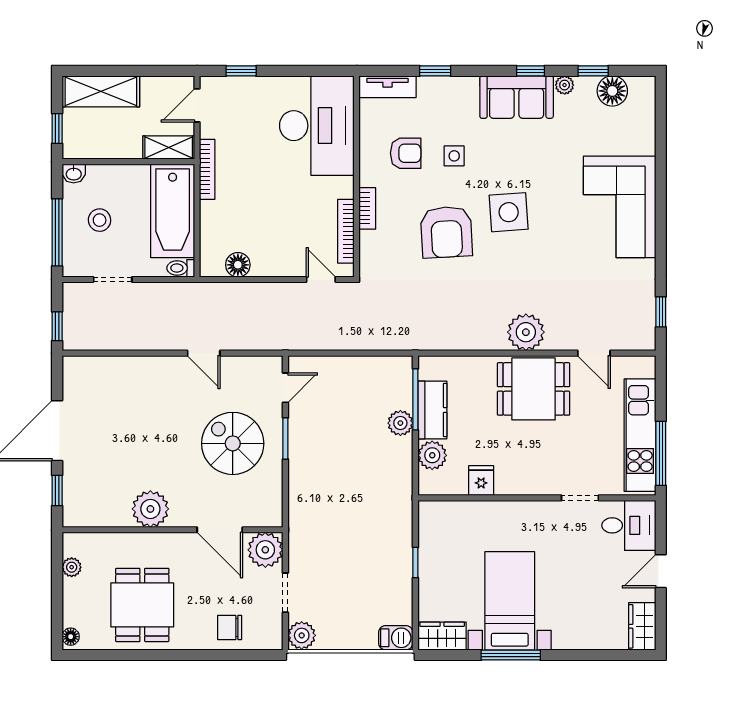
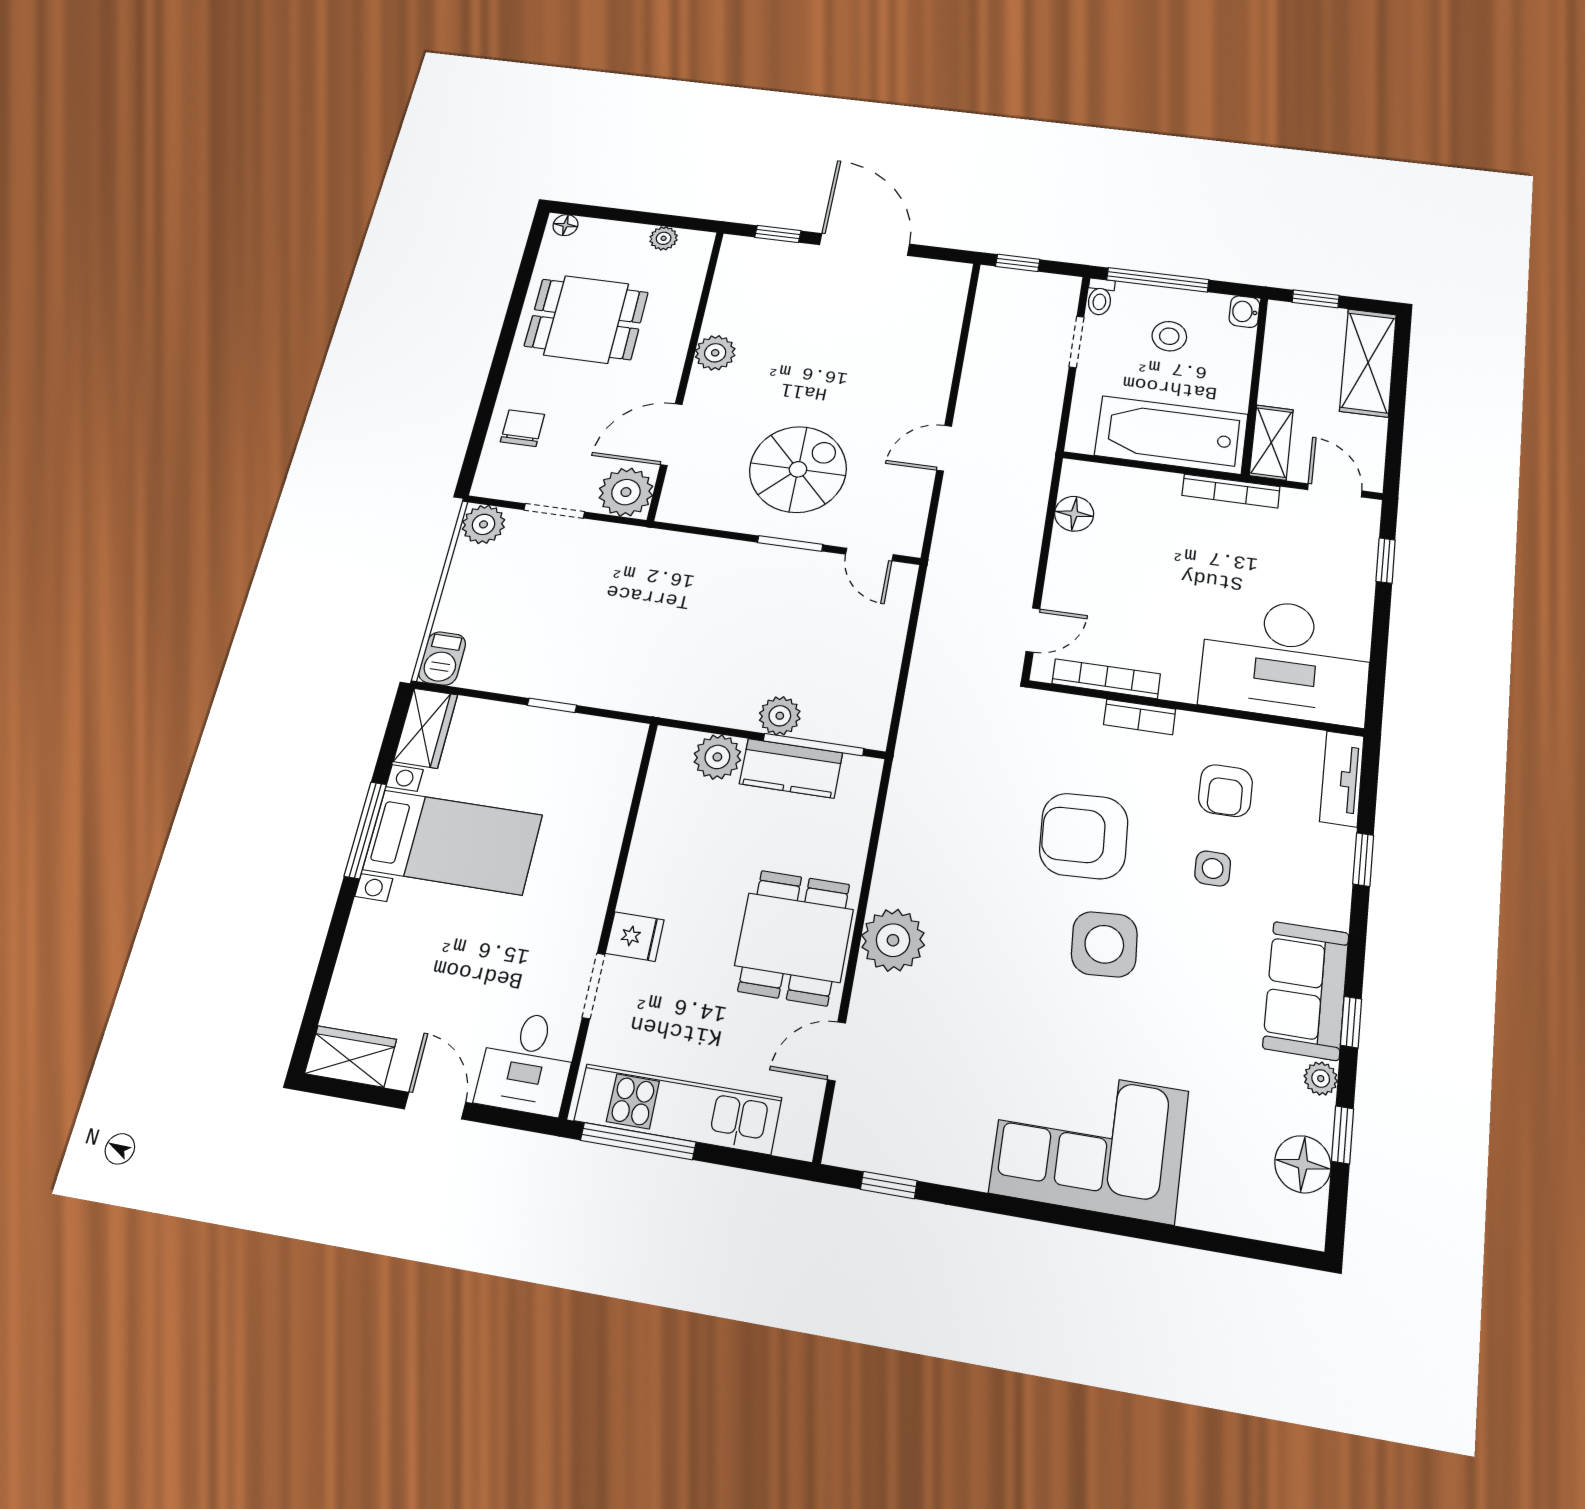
toilet: (181, 268) -> (1100, 297), moved, turned 180
fridge: (481, 481) -> (635, 937), moved
plant: (150, 509) -> (715, 353), width x0.73, depth x0.73

